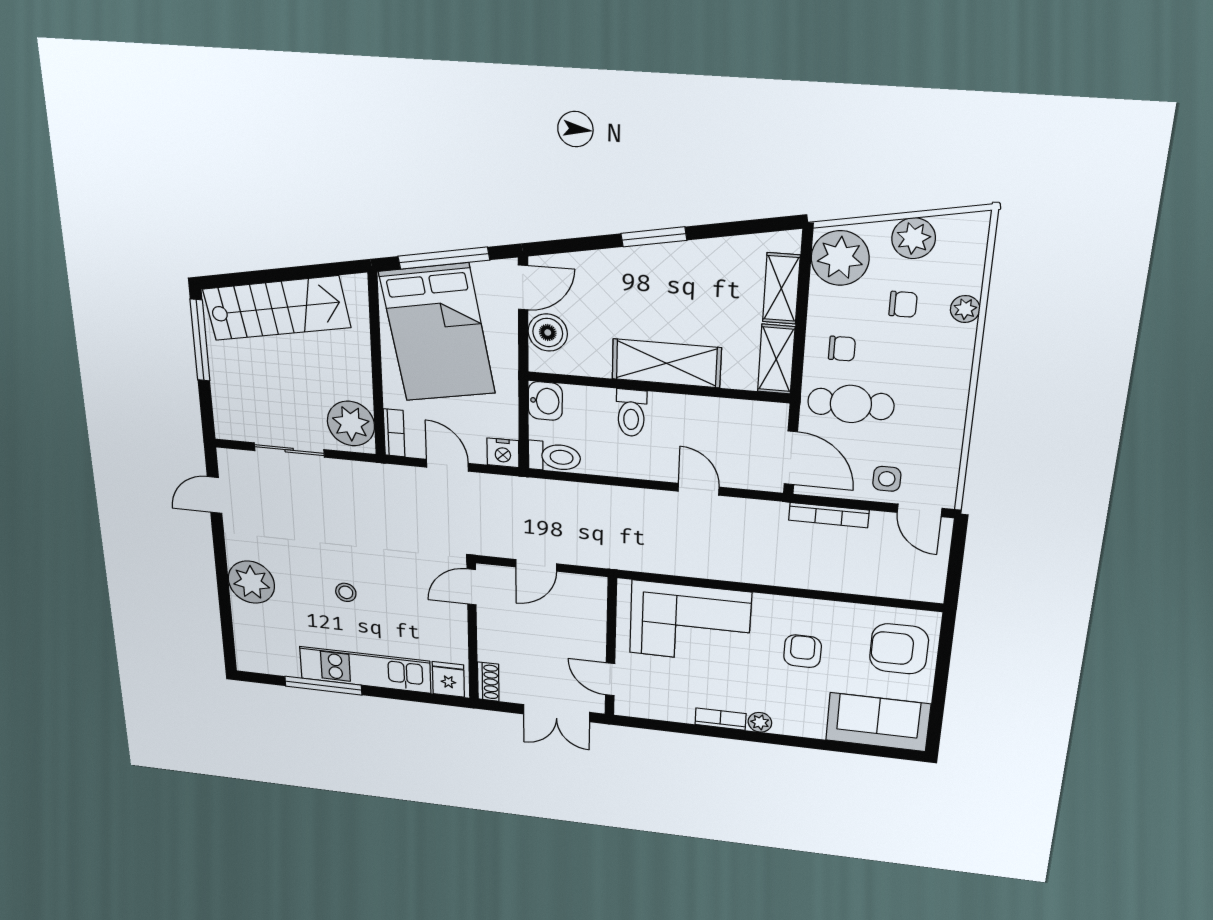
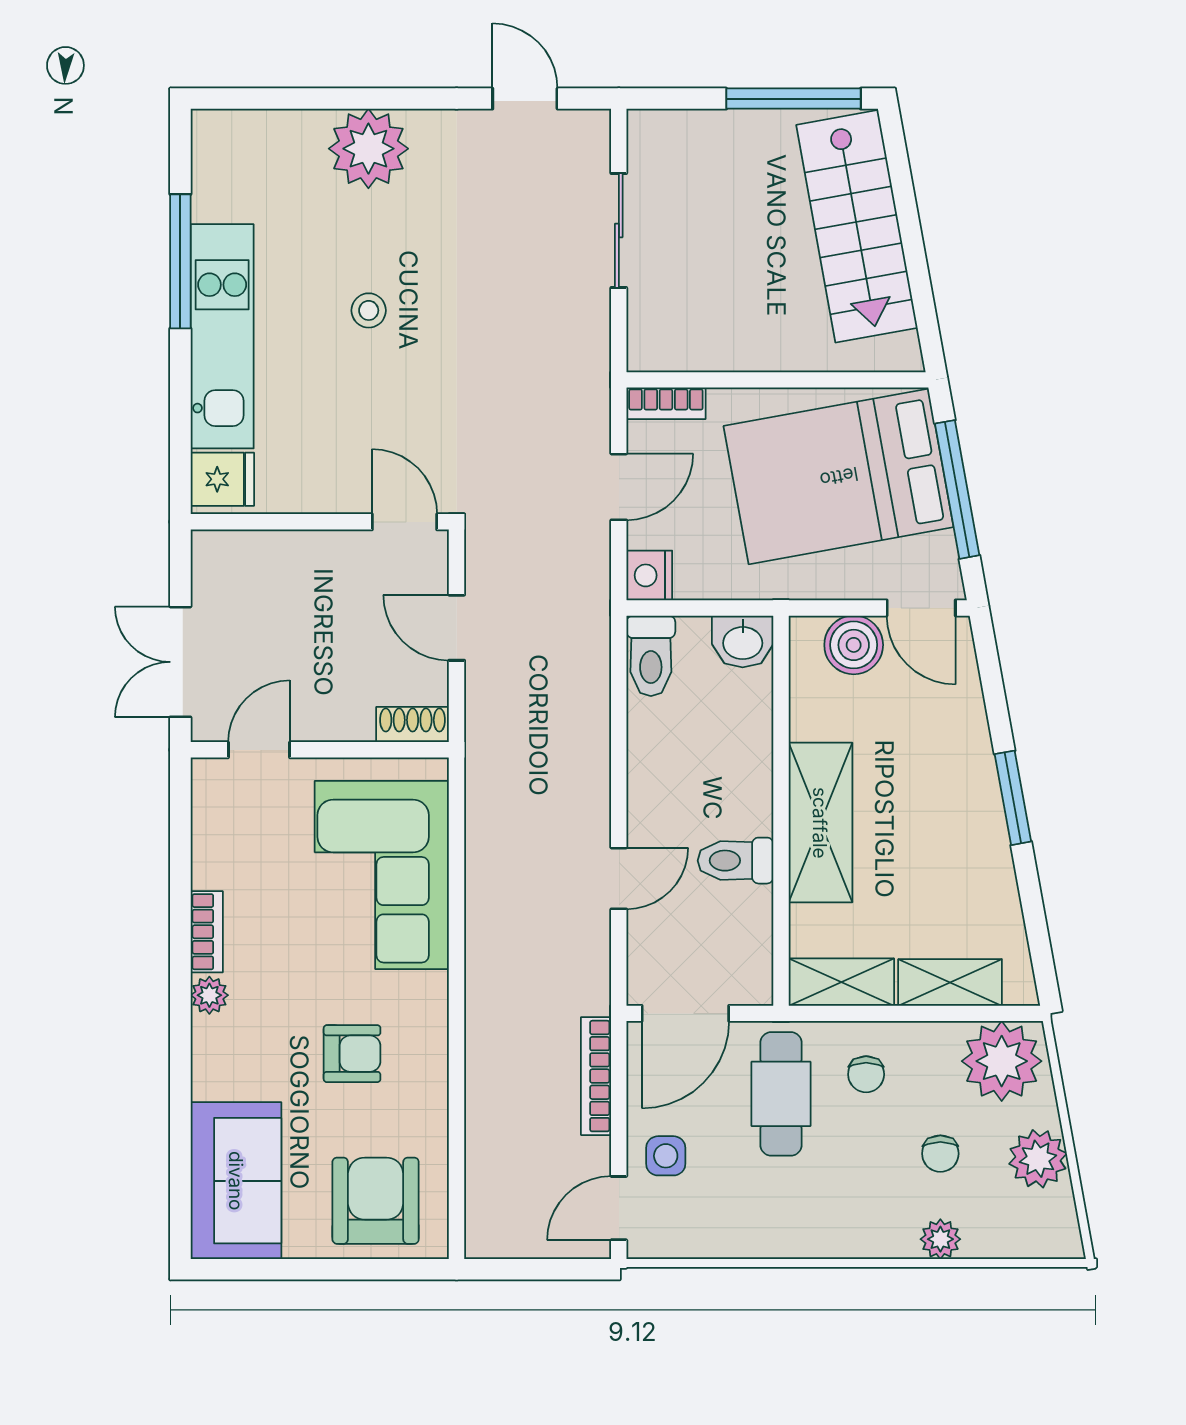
toilet: (631, 413) -> (735, 861), moved
plant: (351, 424) -> (675, 334), removed
shoe rack: (488, 682) -> (413, 725), moved, turned 180

